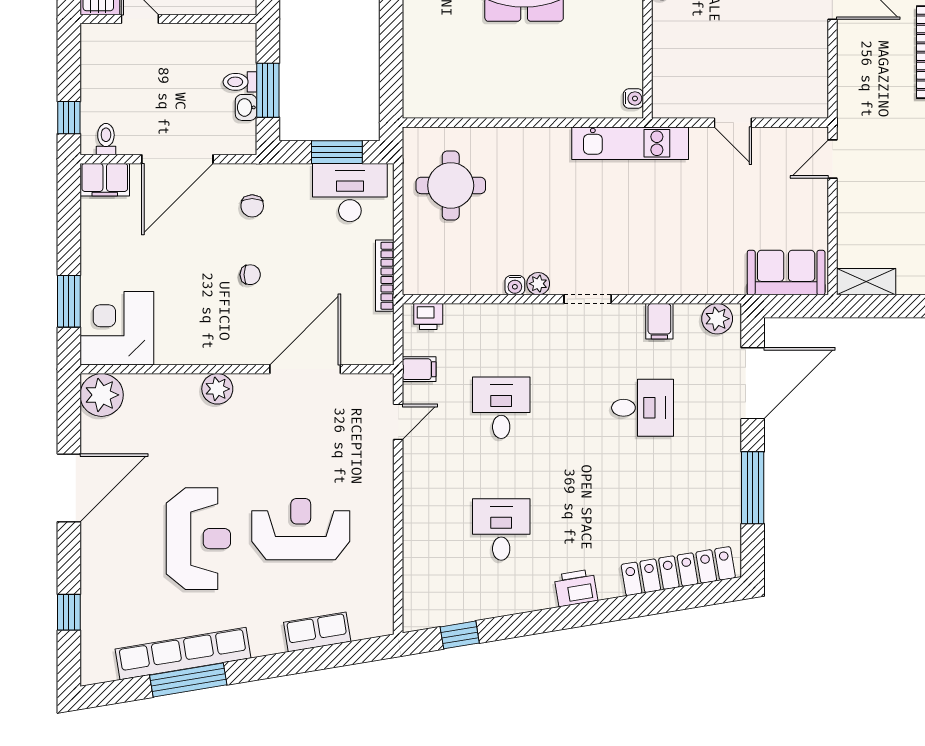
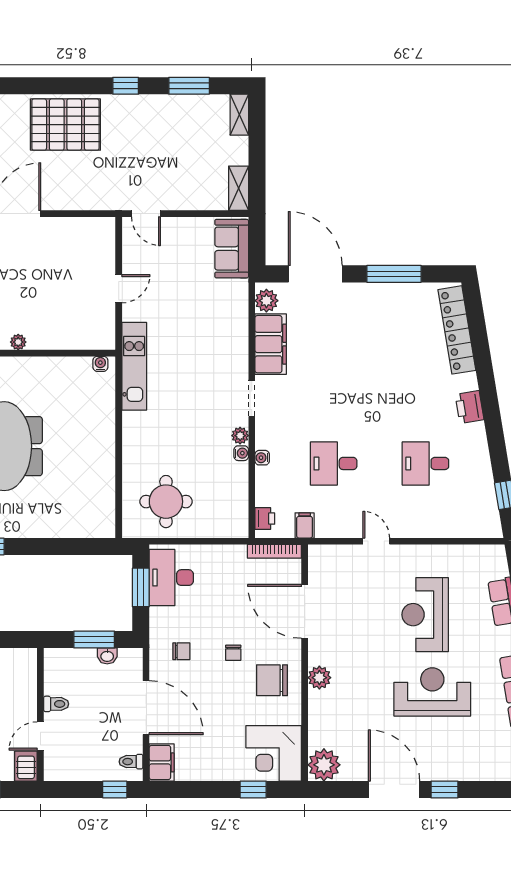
toilet: (240, 82) -> (56, 704), moved, turned -90
chair: (250, 275) -> (233, 653), turned 180
bookcase: (385, 276) -> (274, 551), moved
window: (69, 301) -> (253, 790), width x0.67
water cooler: (509, 313) -> (262, 458), added
filing cabinet: (659, 321) -> (271, 344), width x3.00, depth x1.17
chair: (214, 326) -> (272, 680), added
desk: (643, 408) -> (334, 357), removed
door: (398, 422) -> (376, 541), moved
window: (69, 612) -> (444, 790), moved

